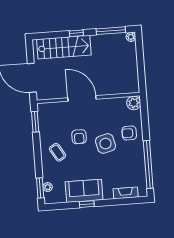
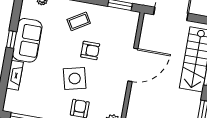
armchair: (79, 137) -> (90, 50), turned 180
fireplace: (126, 193) -> (15, 75), moved

